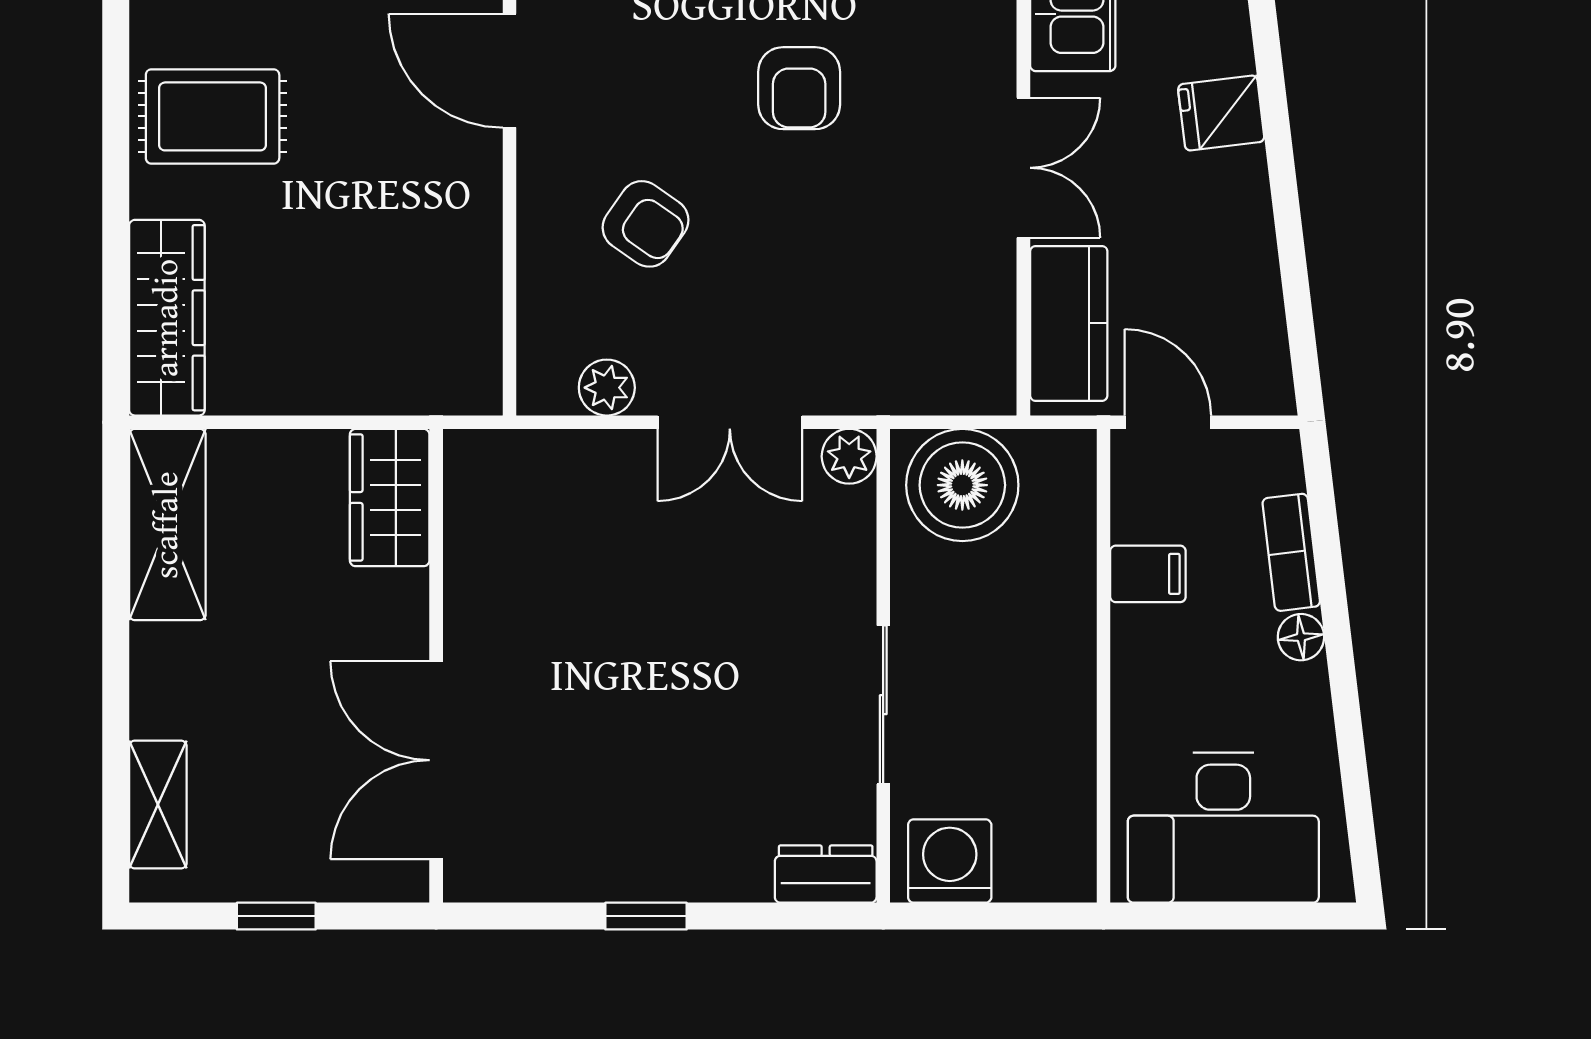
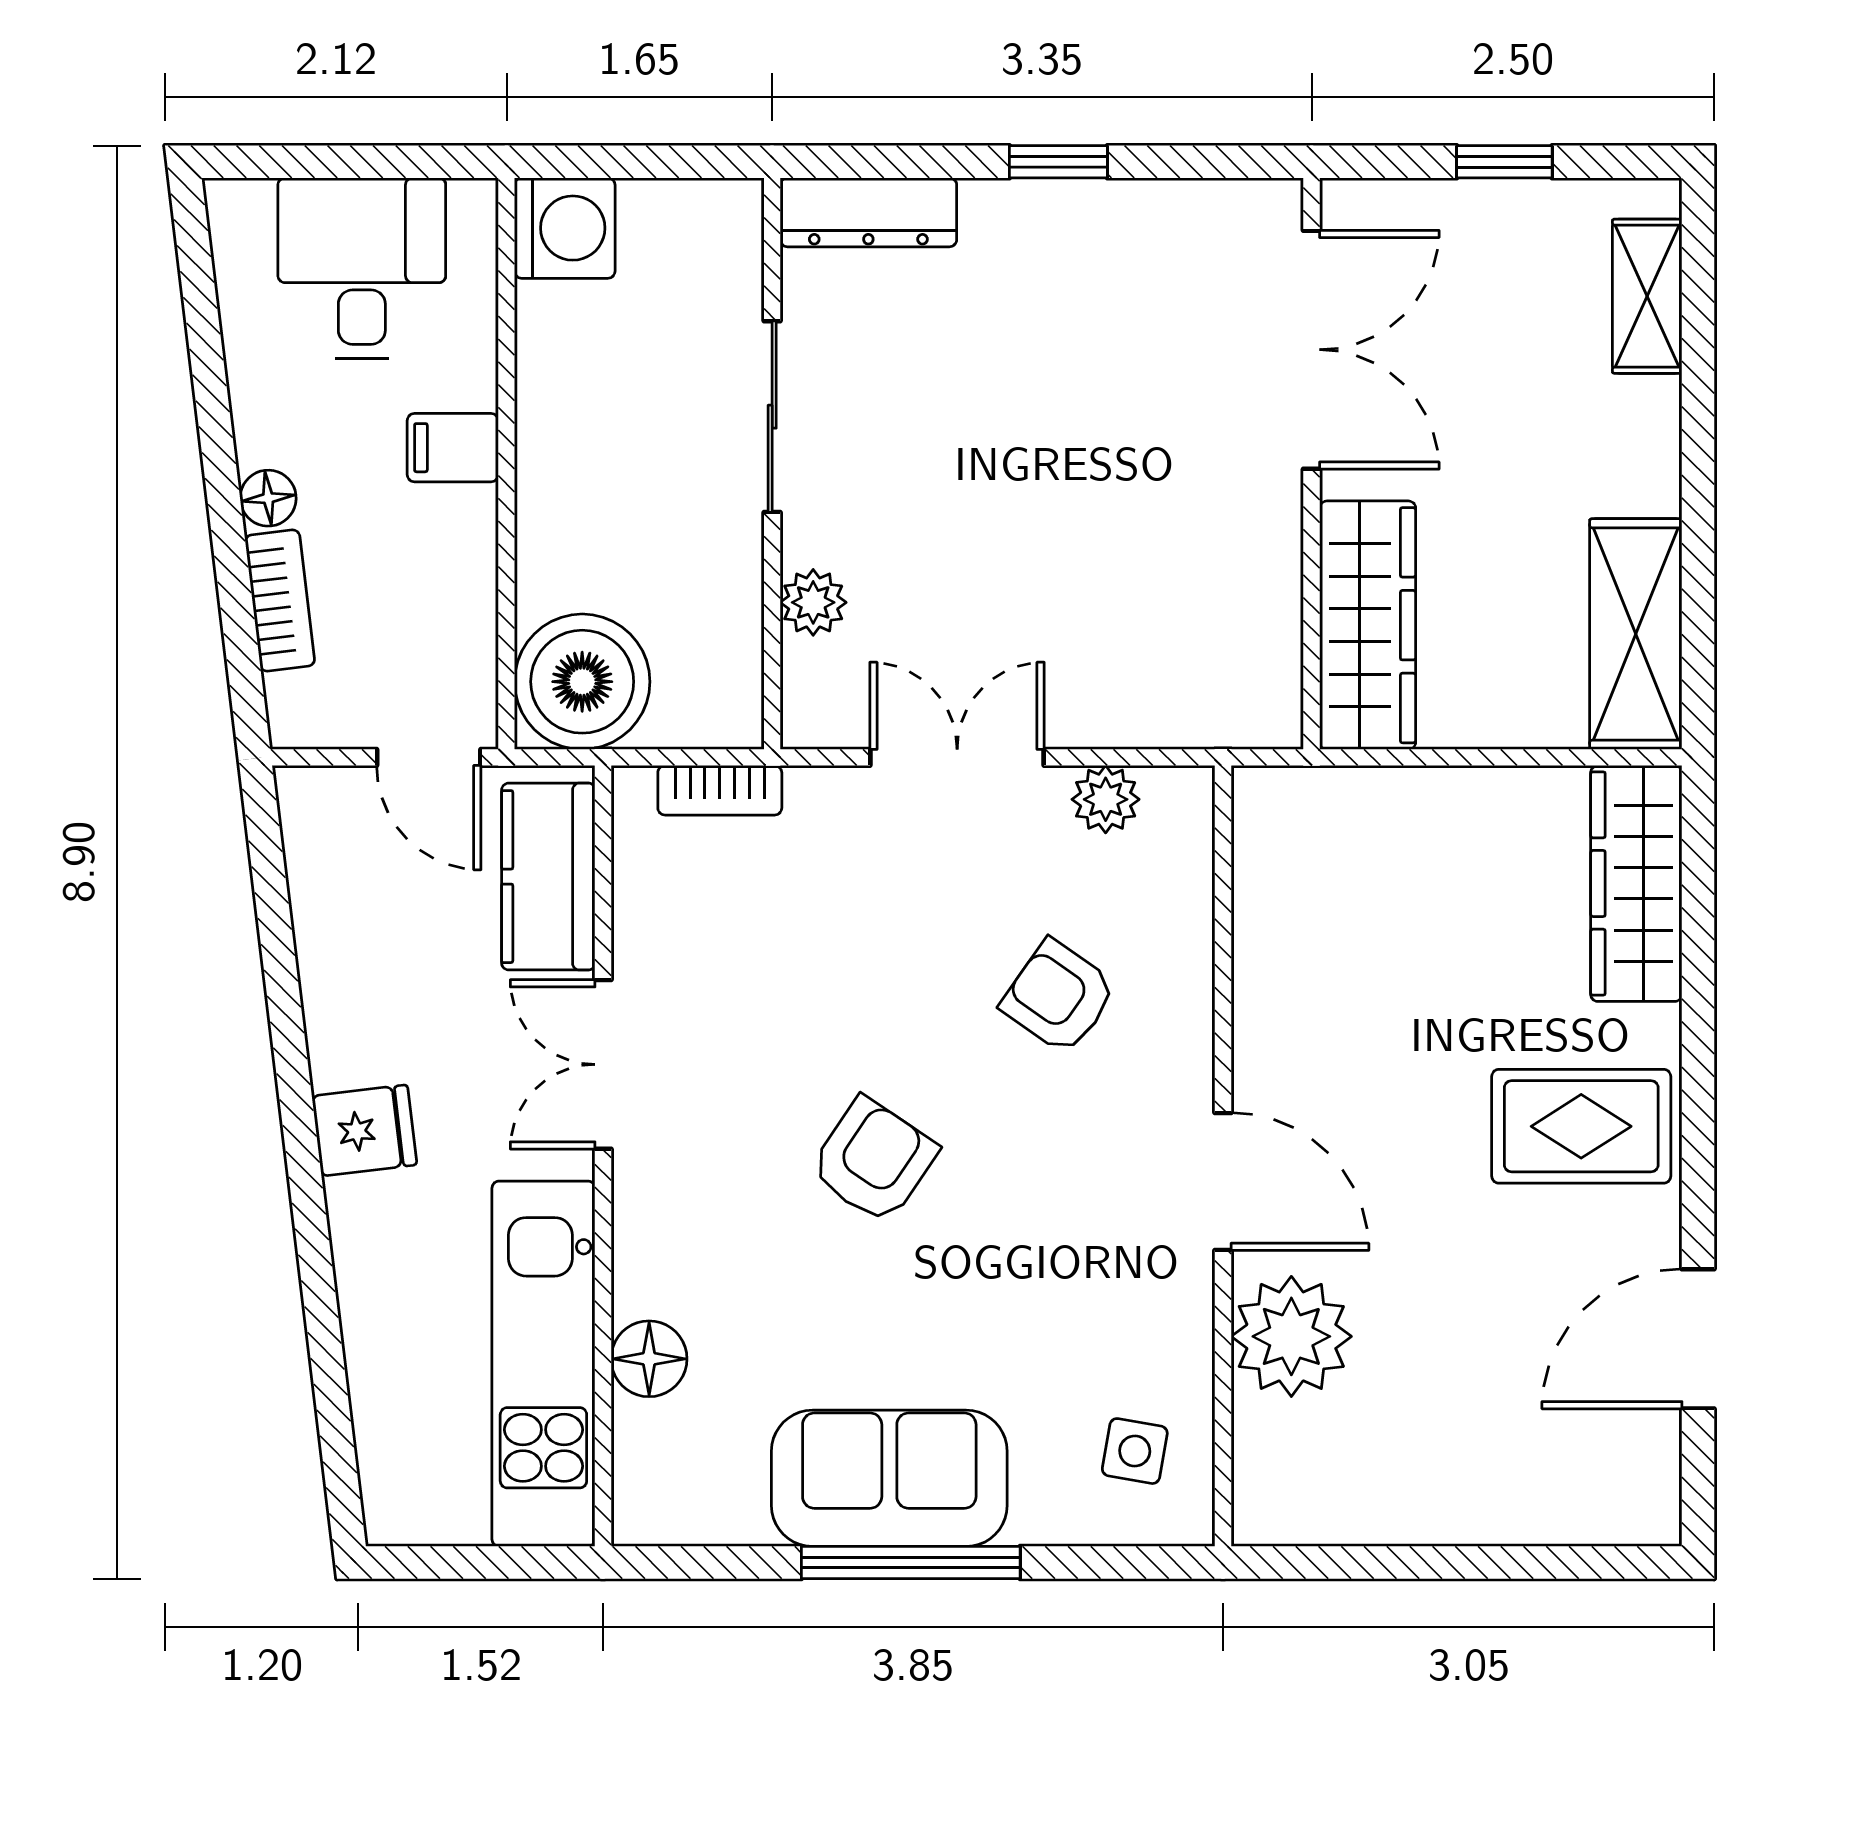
armchair: (799, 88) -> (874, 1160), turned 34
bookcase: (927, 395) -> (720, 790), added
plant: (849, 456) -> (813, 602), moved
boiler: (962, 485) -> (582, 682), moved
wardrobe: (390, 498) -> (1368, 625), width x1.50
filing cabinet: (1148, 574) -> (453, 448), moved
desk: (1223, 828) -> (362, 268), width x0.73
washing machine: (950, 861) -> (565, 228), moved, turned -90
dresser: (826, 874) -> (868, 212), width x1.44

